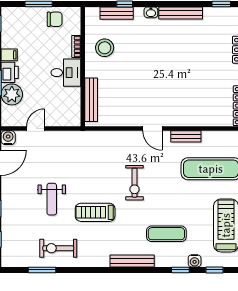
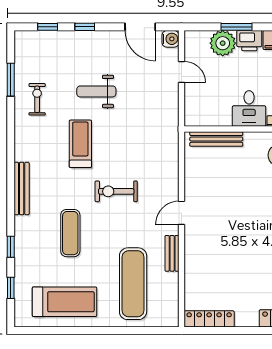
exercise mat: (166, 234) -> (70, 233), moved
exercise bike: (58, 248) -> (37, 99), width x0.73, depth x0.72
water cooler: (195, 261) -> (22, 264), removed

